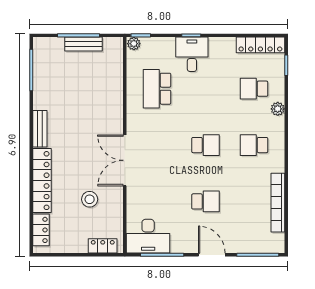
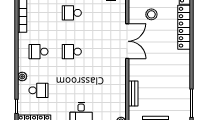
school desk: (157, 89) -> (105, 90), removed
bench: (40, 129) -> (133, 94), moved
school desk: (254, 145) -> (38, 52), turned 180

